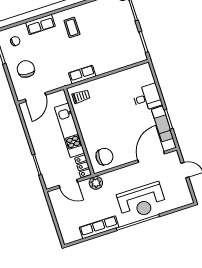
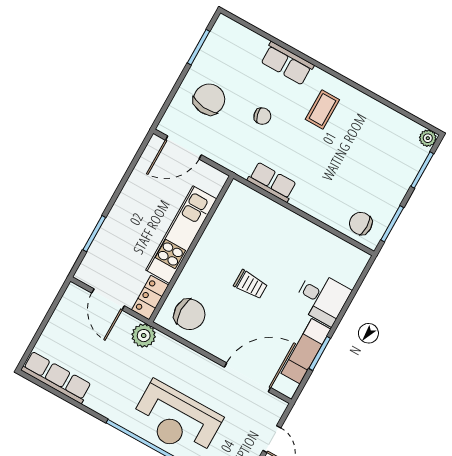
chair: (15, 41) -> (262, 116), moved
chair: (132, 54) -> (361, 223), added
trolley: (81, 96) -> (251, 285), moved
row of seats: (99, 227) -> (56, 377), moved

